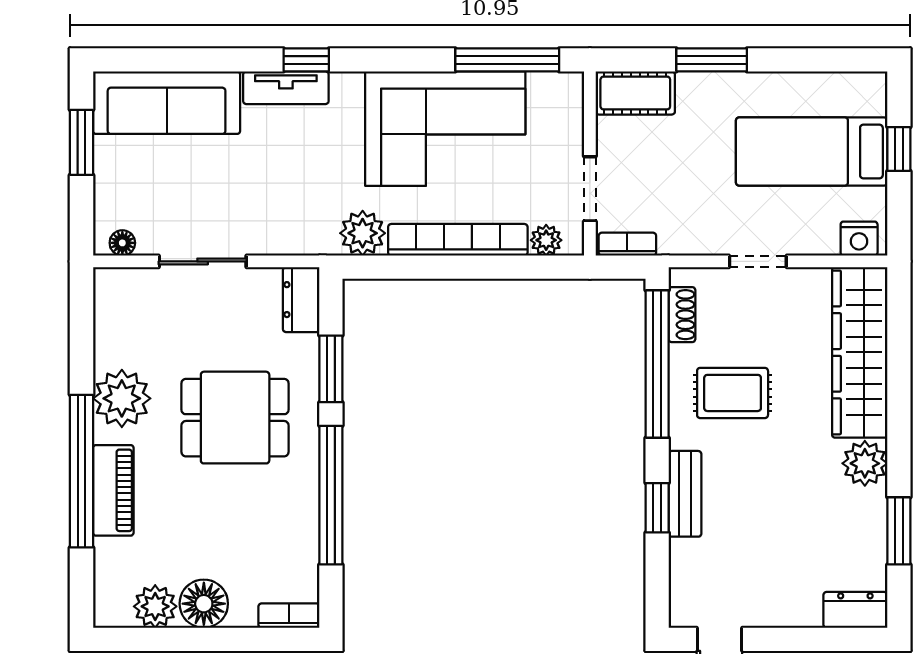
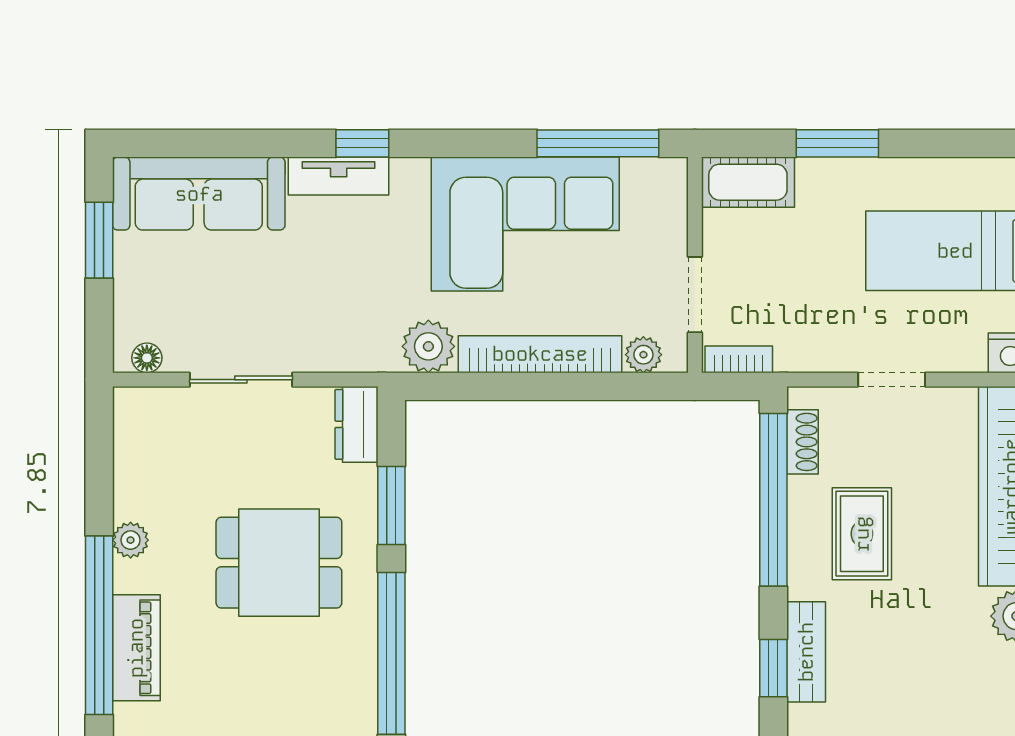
rug: (733, 393) -> (862, 534), turned 90
plant: (122, 398) -> (131, 540), width x0.53, depth x0.53

